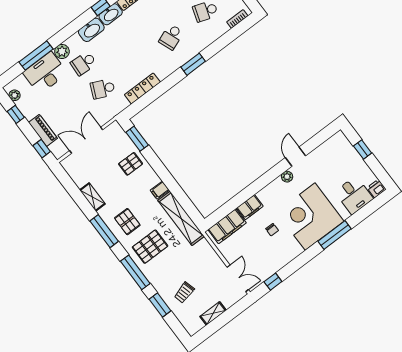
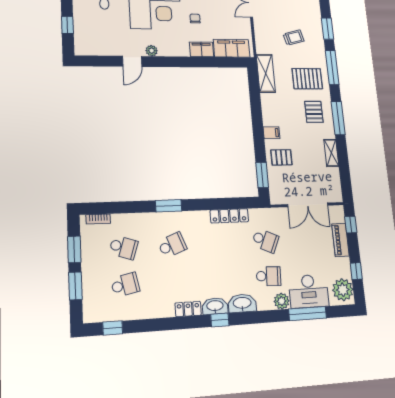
plant: (15, 95) -> (343, 290), width x1.88, depth x1.88
filing cabinet: (160, 190) -> (271, 133), moved
shelving: (181, 218) -> (266, 73), width x0.68
trolley: (184, 292) -> (294, 38), moved

